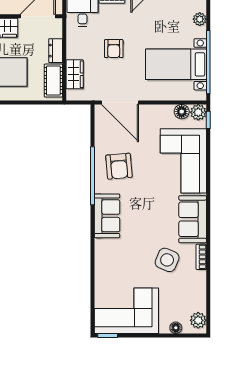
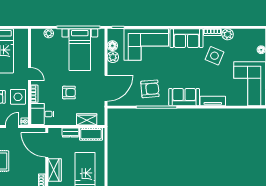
plant: (198, 112) -> (113, 57), moved
tv unit: (101, 257) -> (213, 101), added
plant: (198, 320) -> (228, 34), moved

